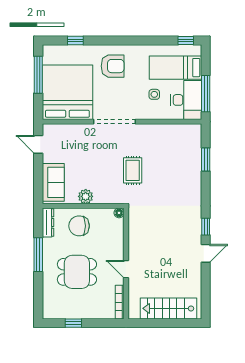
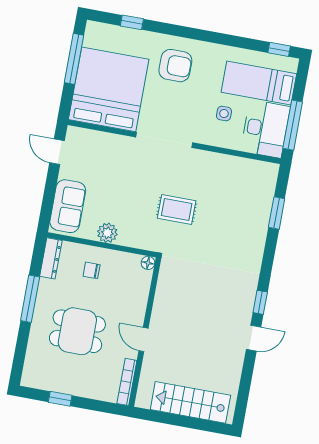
rug: (133, 170) -> (177, 209), turned 90
chair: (79, 226) -> (92, 270), width x0.54, depth x0.54

